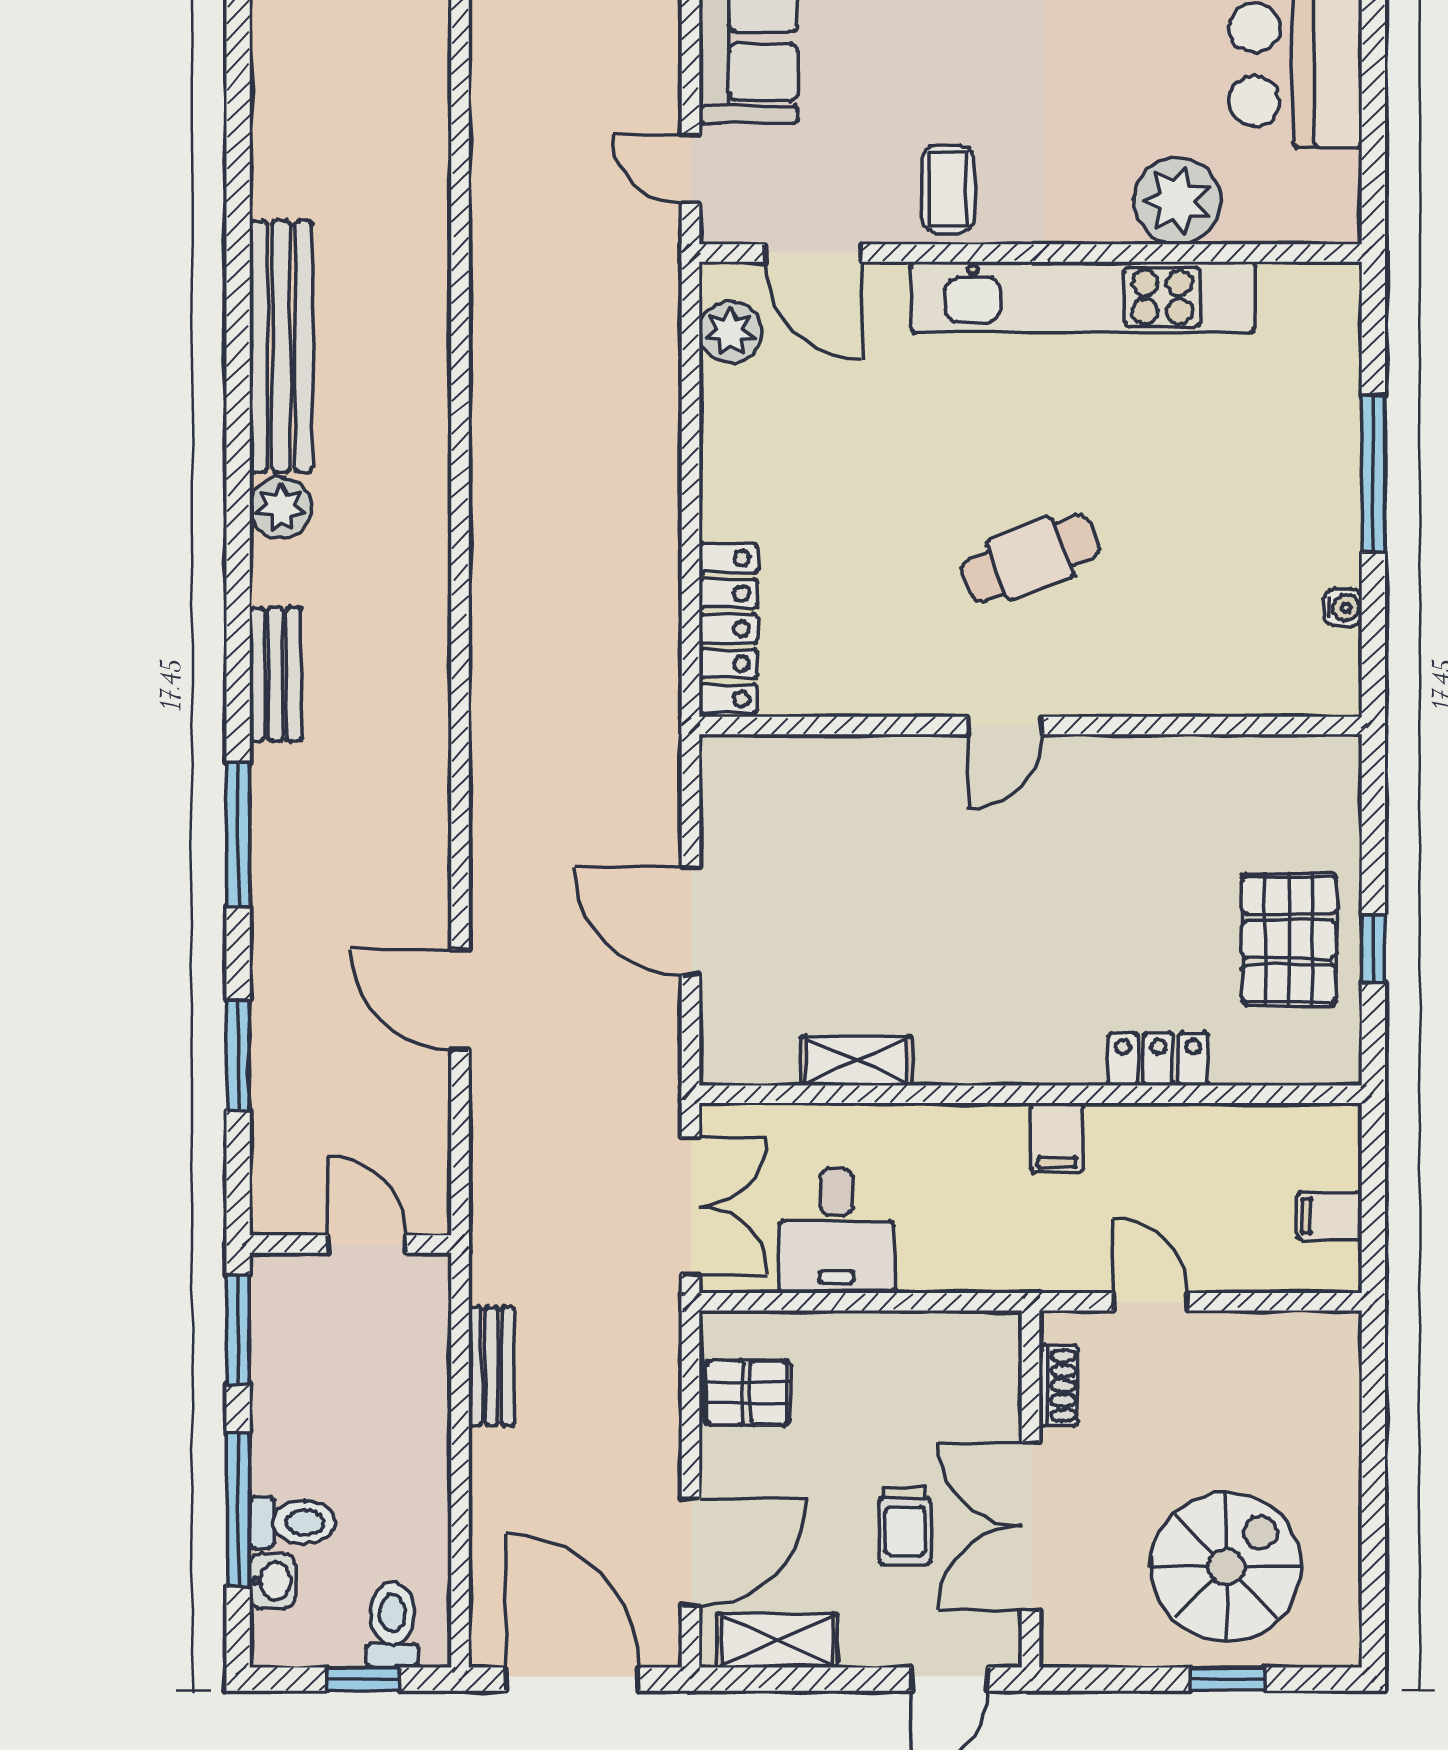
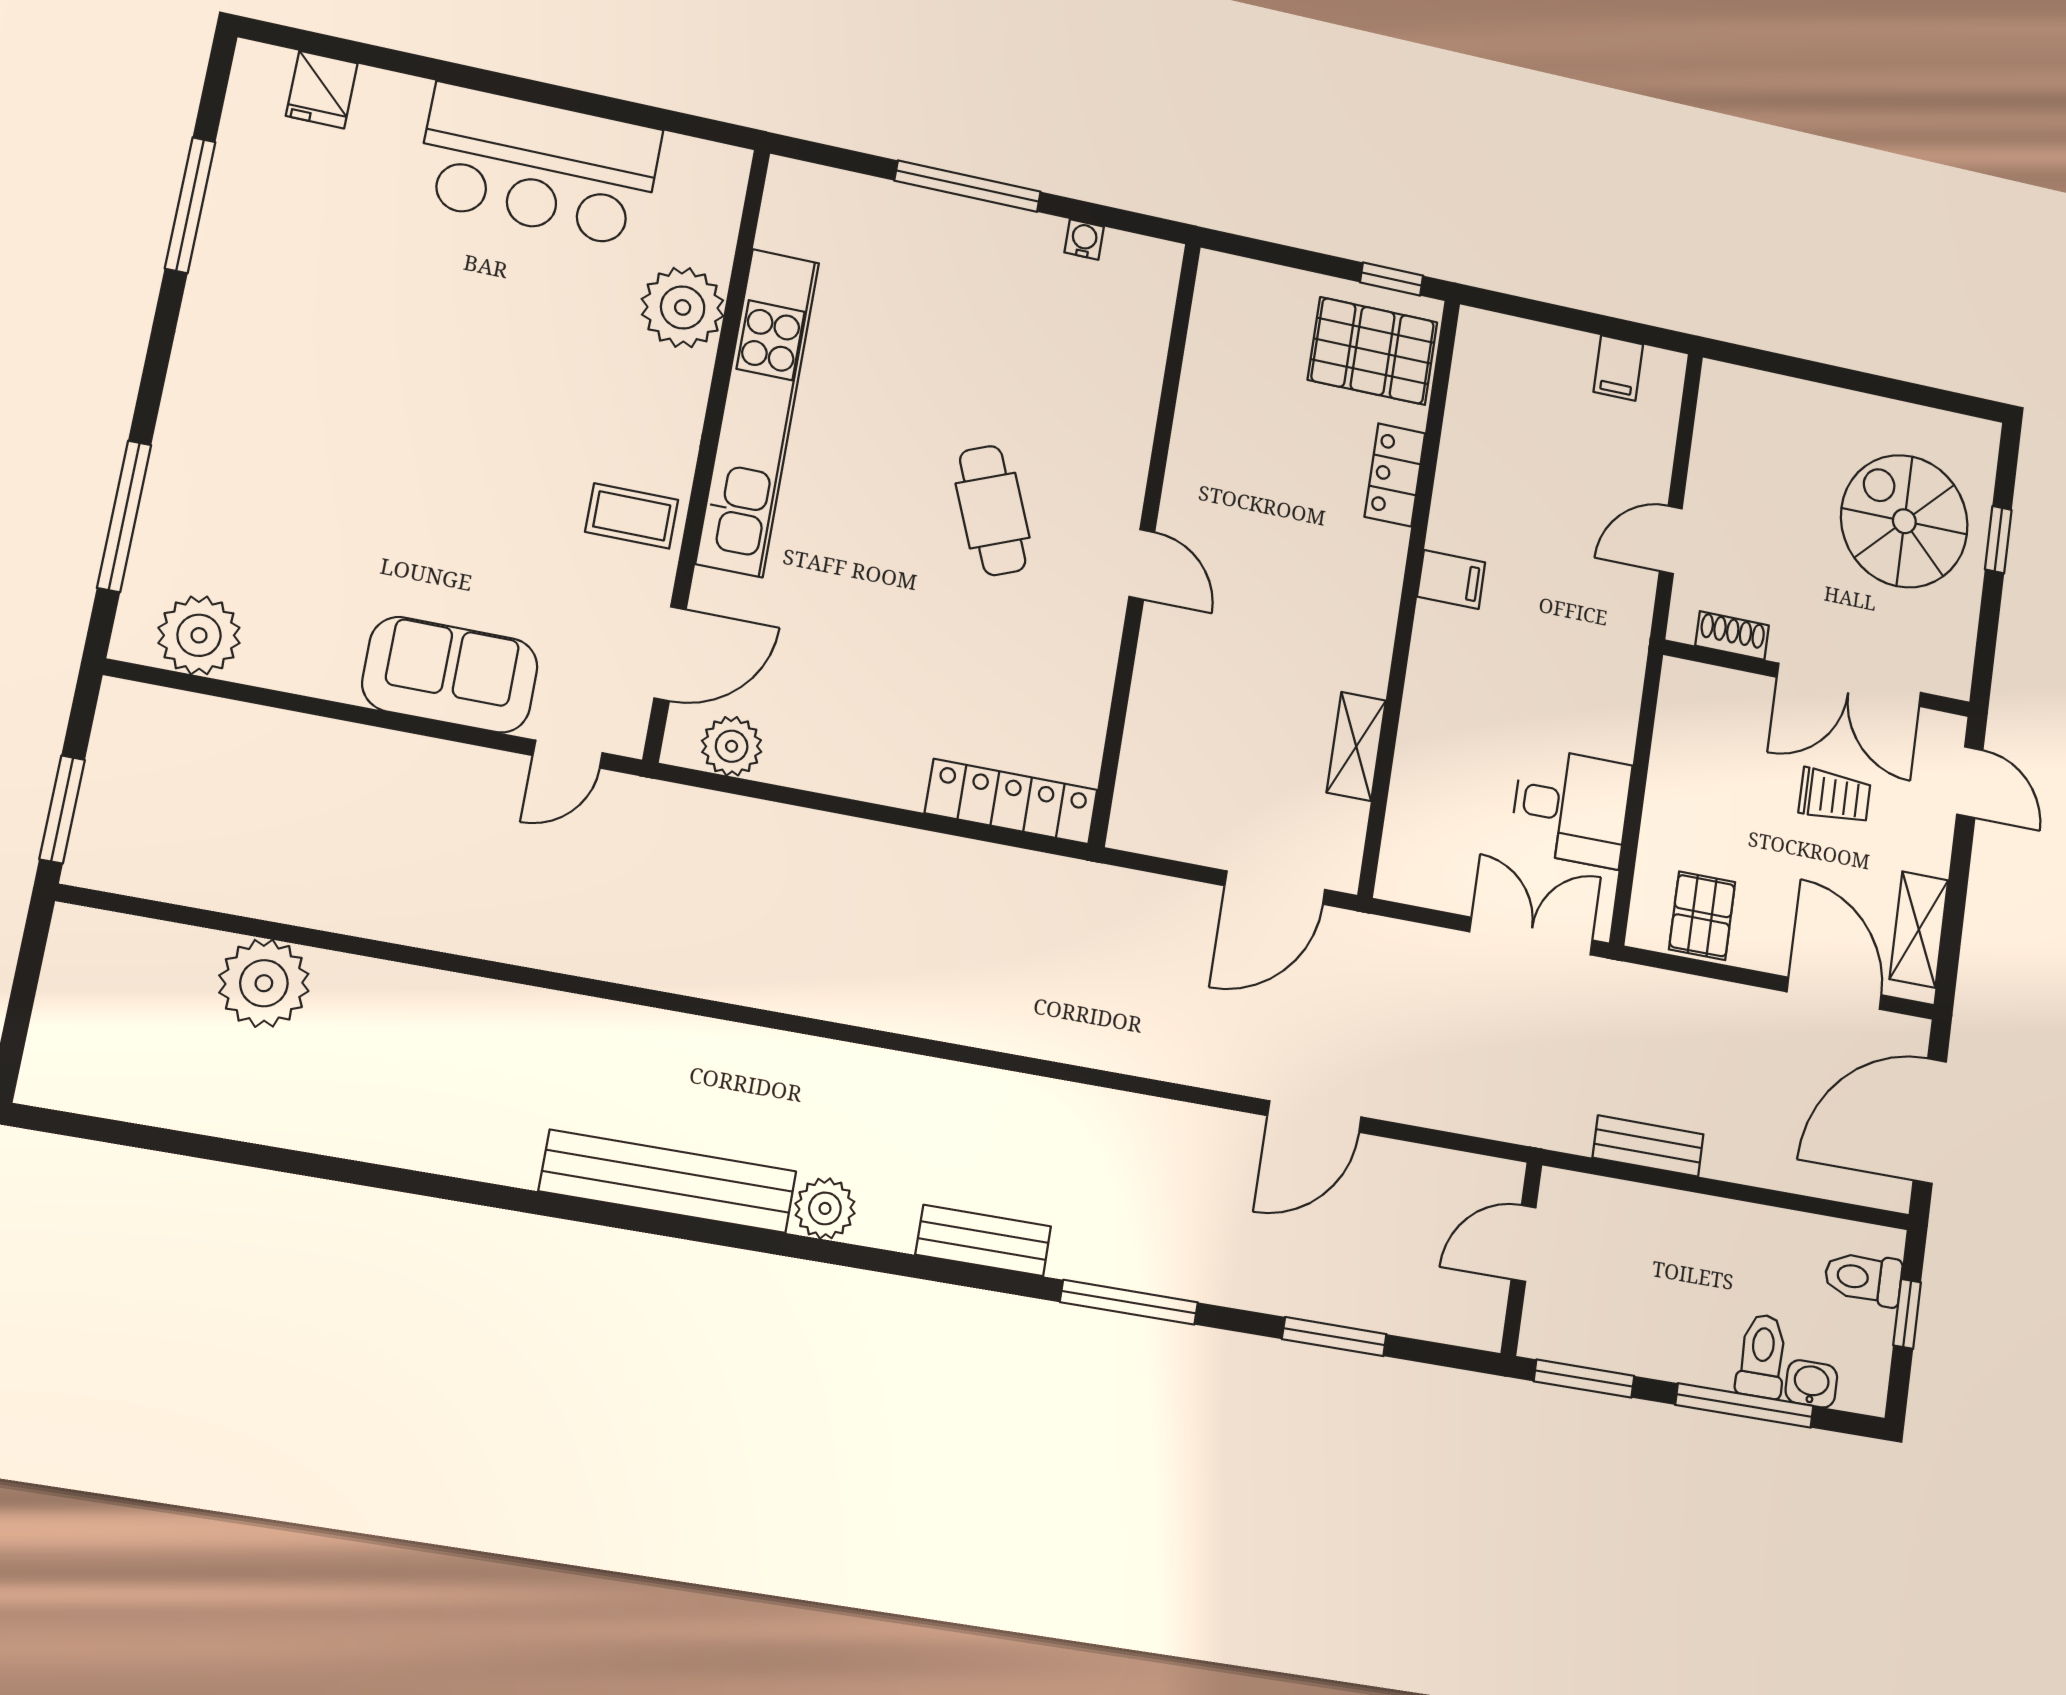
locker: (1158, 1059) -> (1395, 475), moved
shelving: (856, 1061) -> (1356, 746), moved
wall: (1030, 1094) -> (1409, 595), moved
filing cabinet: (1057, 1138) -> (1451, 579), moved

